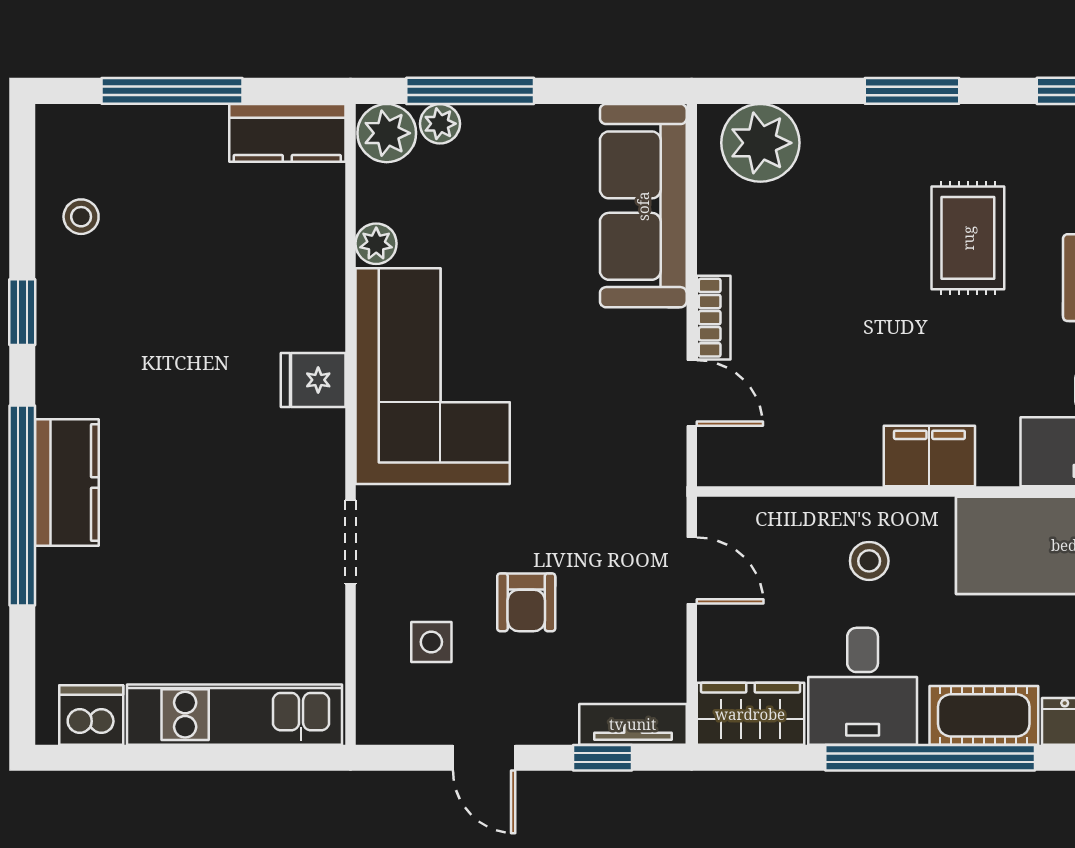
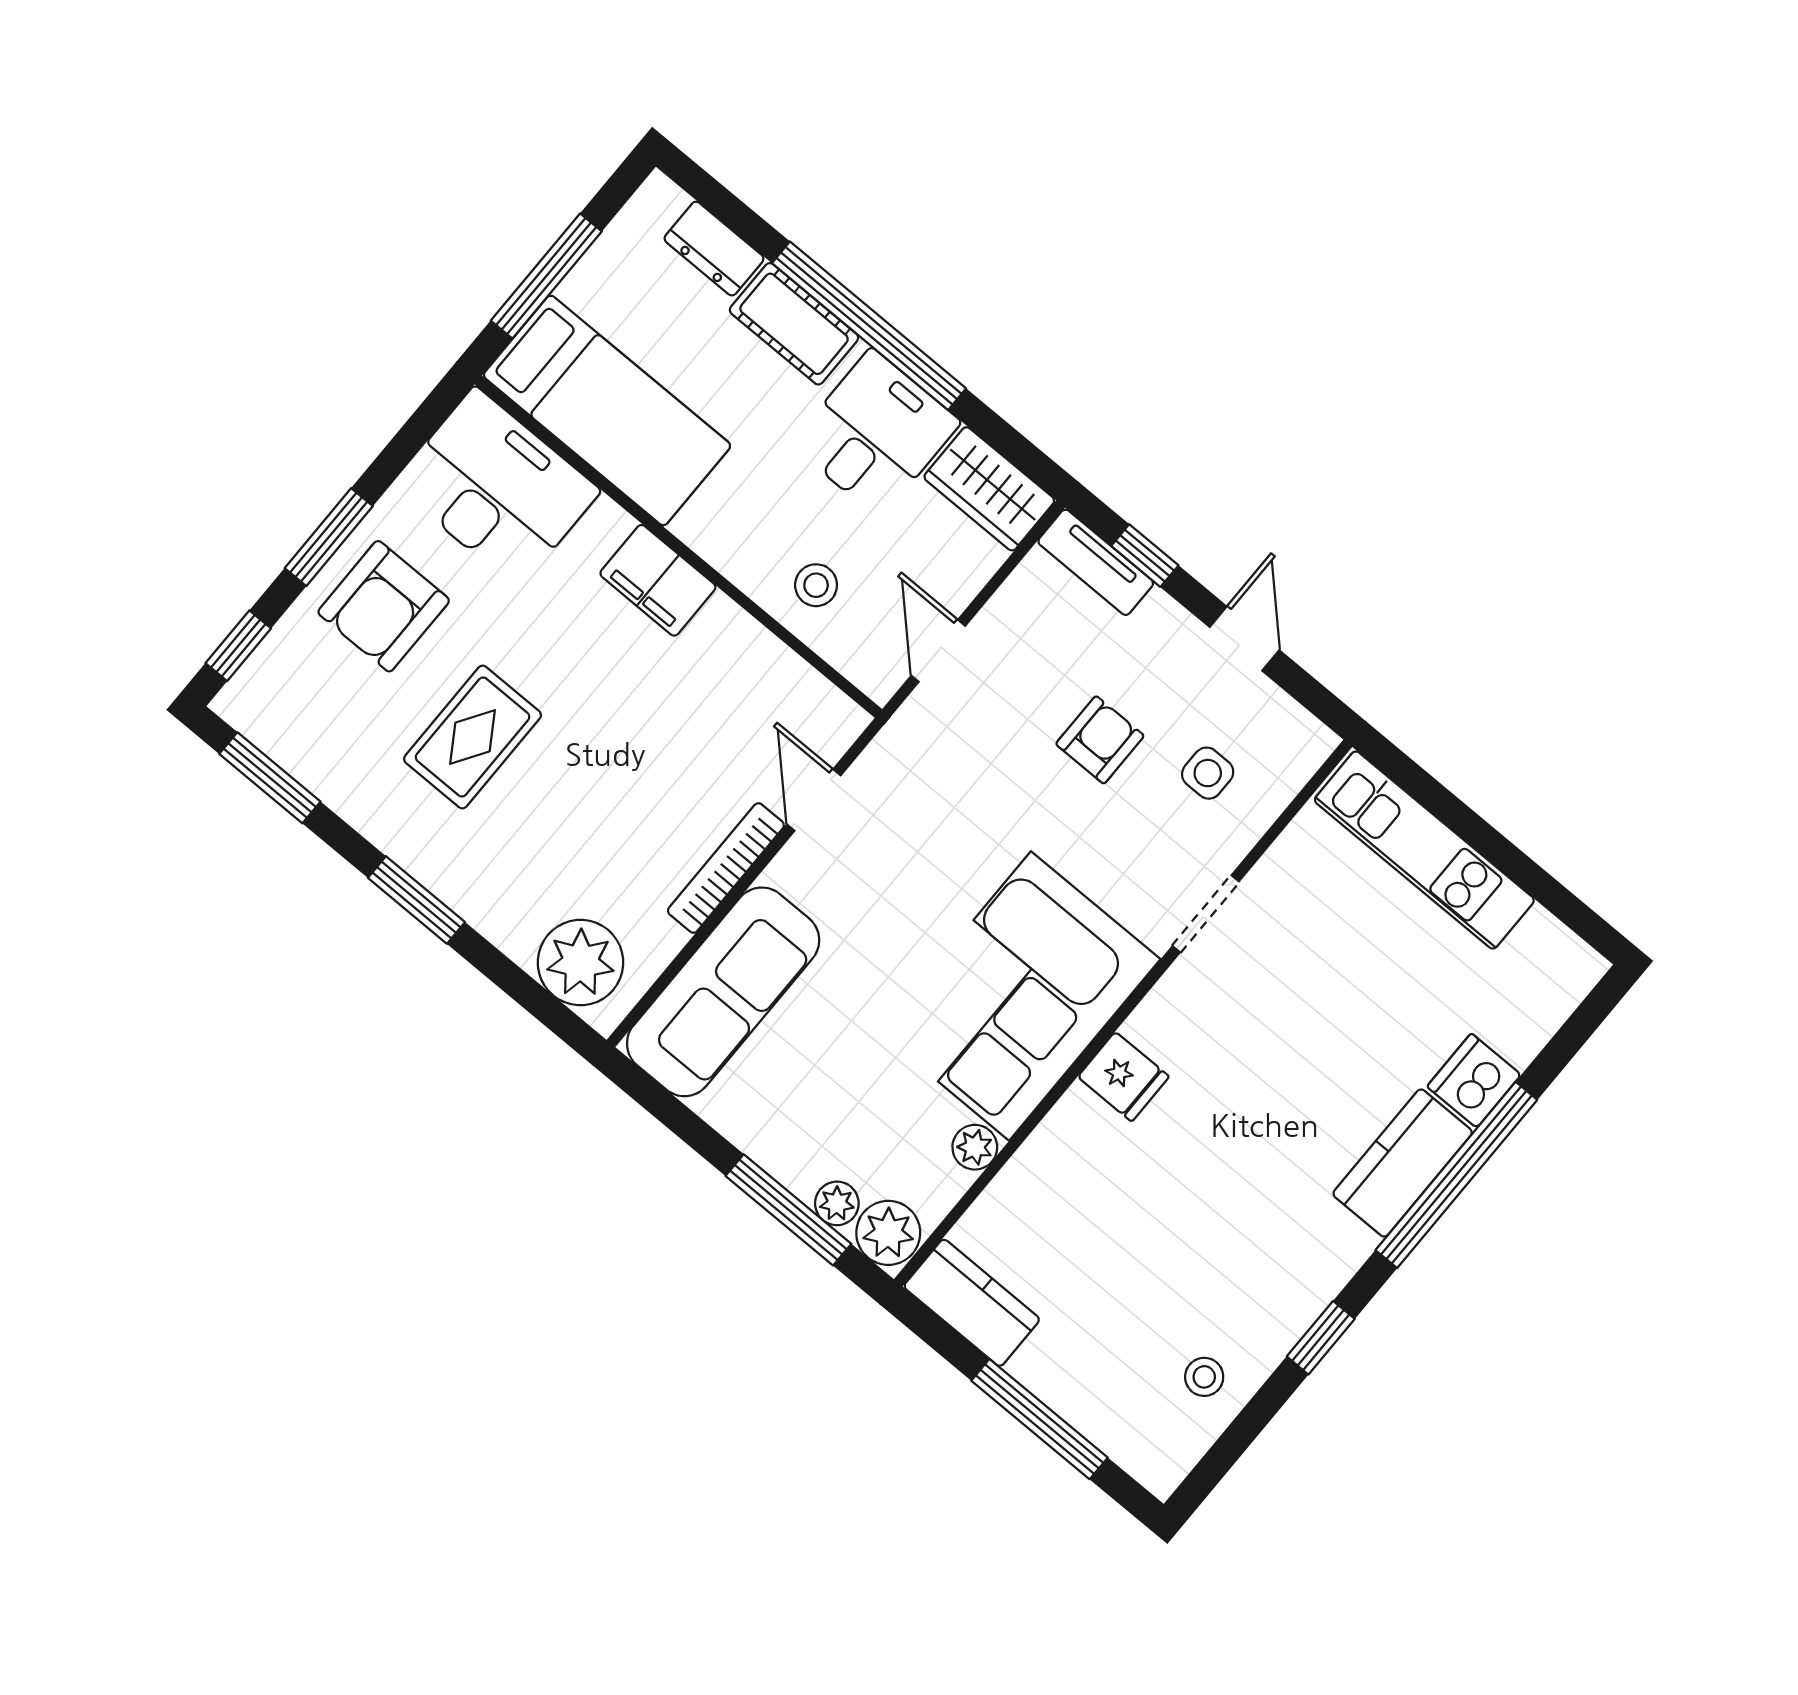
bookcase: (714, 318) -> (726, 868), width x1.56
stool: (869, 561) -> (816, 585), moved
dishwasher: (91, 715) -> (1474, 1081), moved, turned 90

